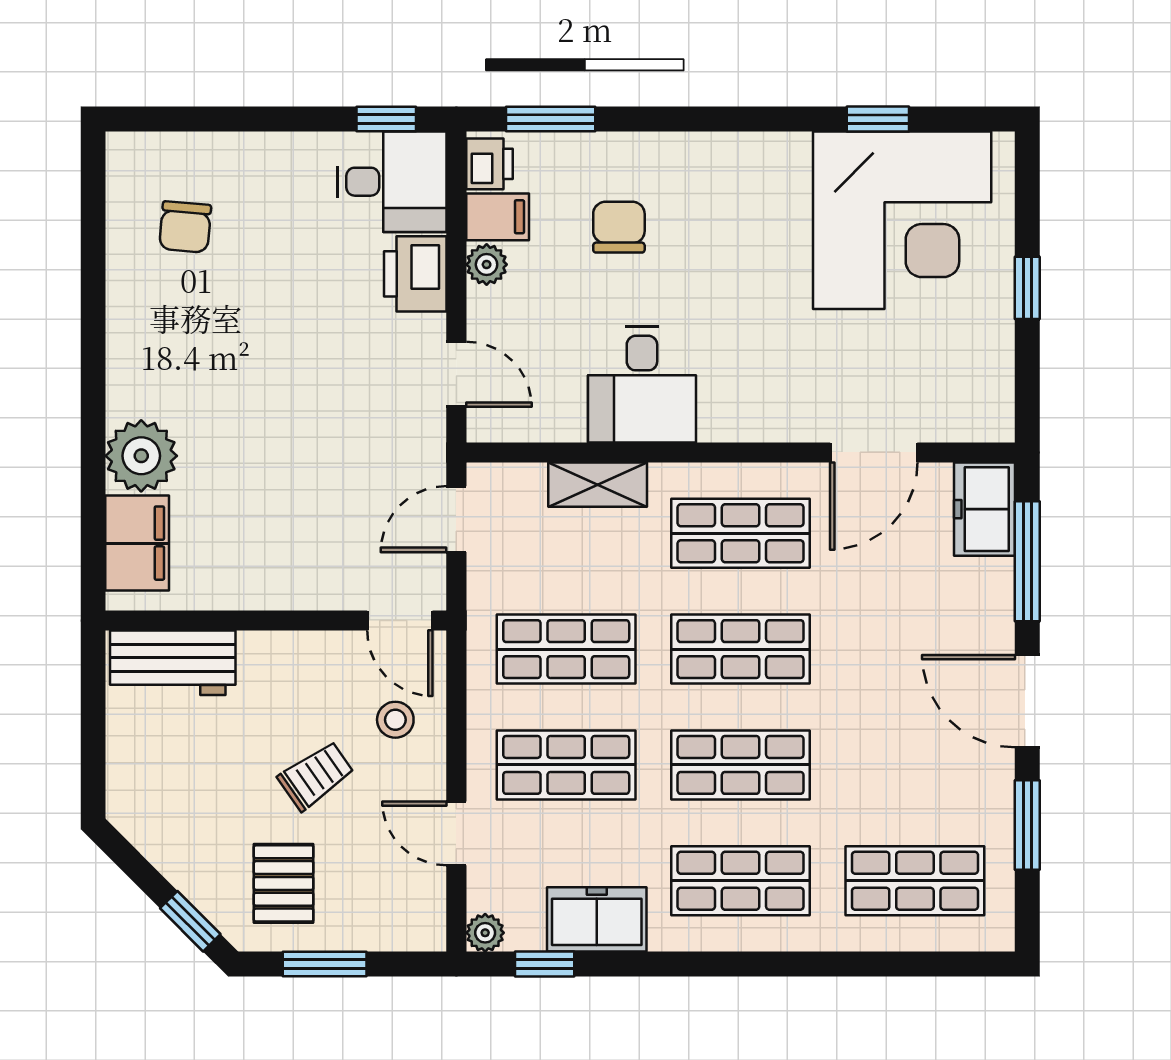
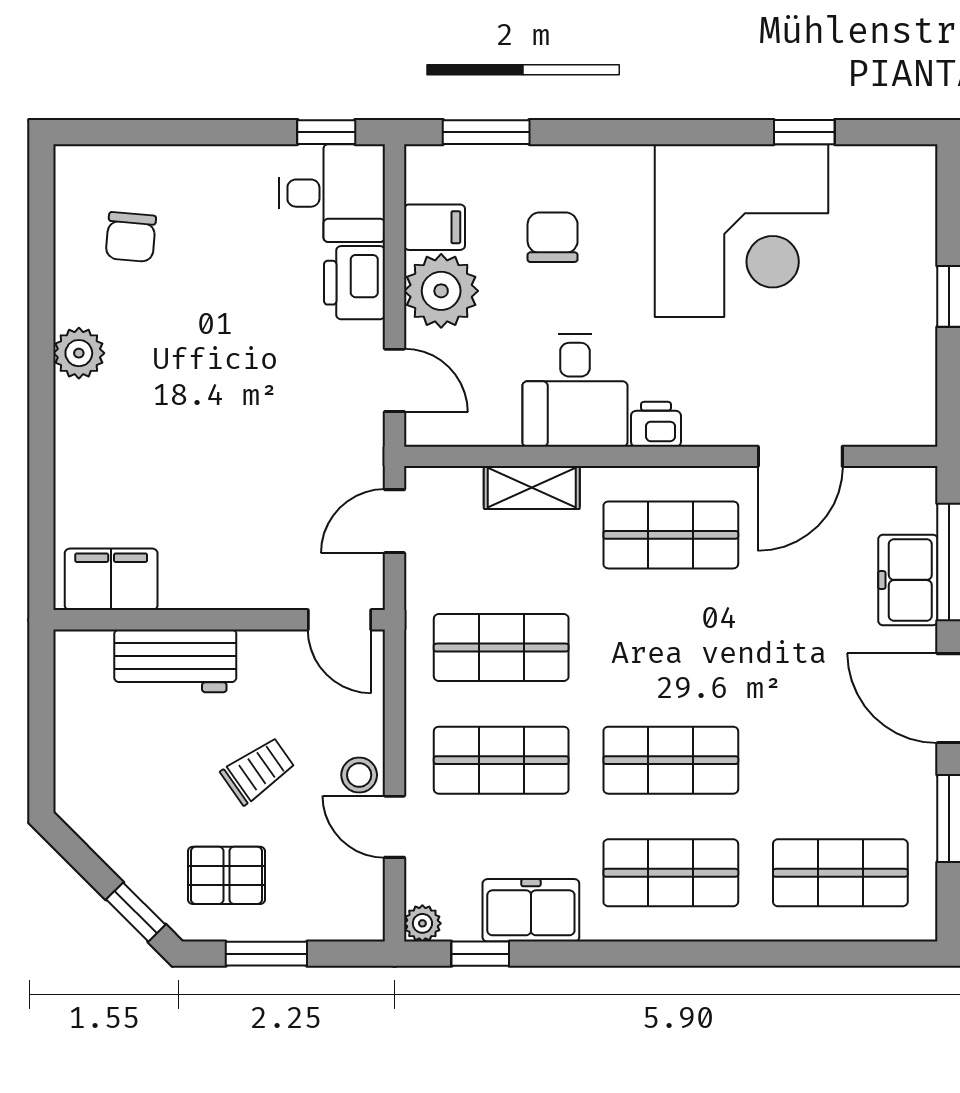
printer: (489, 164) -> (656, 424), moved, turned -90
corner desk: (902, 220) -> (741, 231), moved
plant: (487, 265) -> (441, 291), width x1.88, depth x1.88
plant: (141, 456) -> (79, 353), moved, width x0.73, depth x0.73
freezer: (984, 509) -> (908, 580), moved
filing cabinet: (137, 543) -> (111, 579), moved, turned -90
shop shelf: (741, 649) -> (671, 648), removed
workbench: (173, 663) -> (175, 661), moved
stool: (395, 720) -> (359, 775), moved
pallet: (284, 883) -> (226, 875), turned 90

